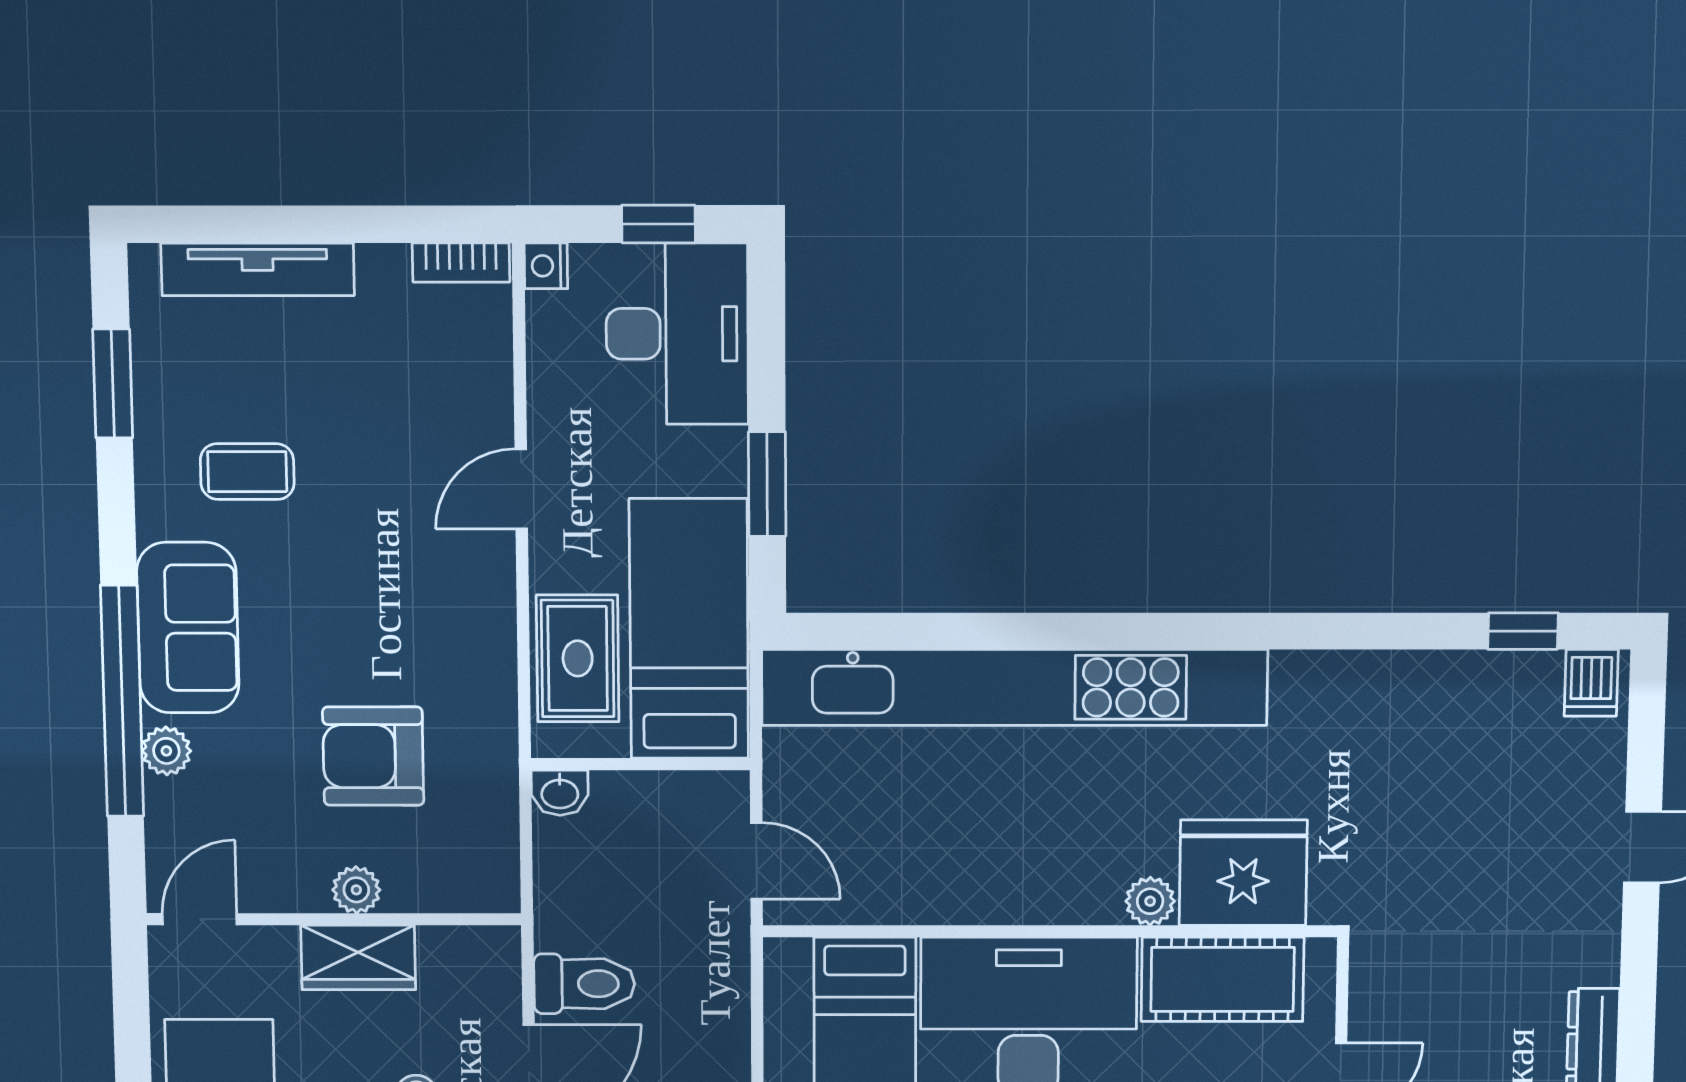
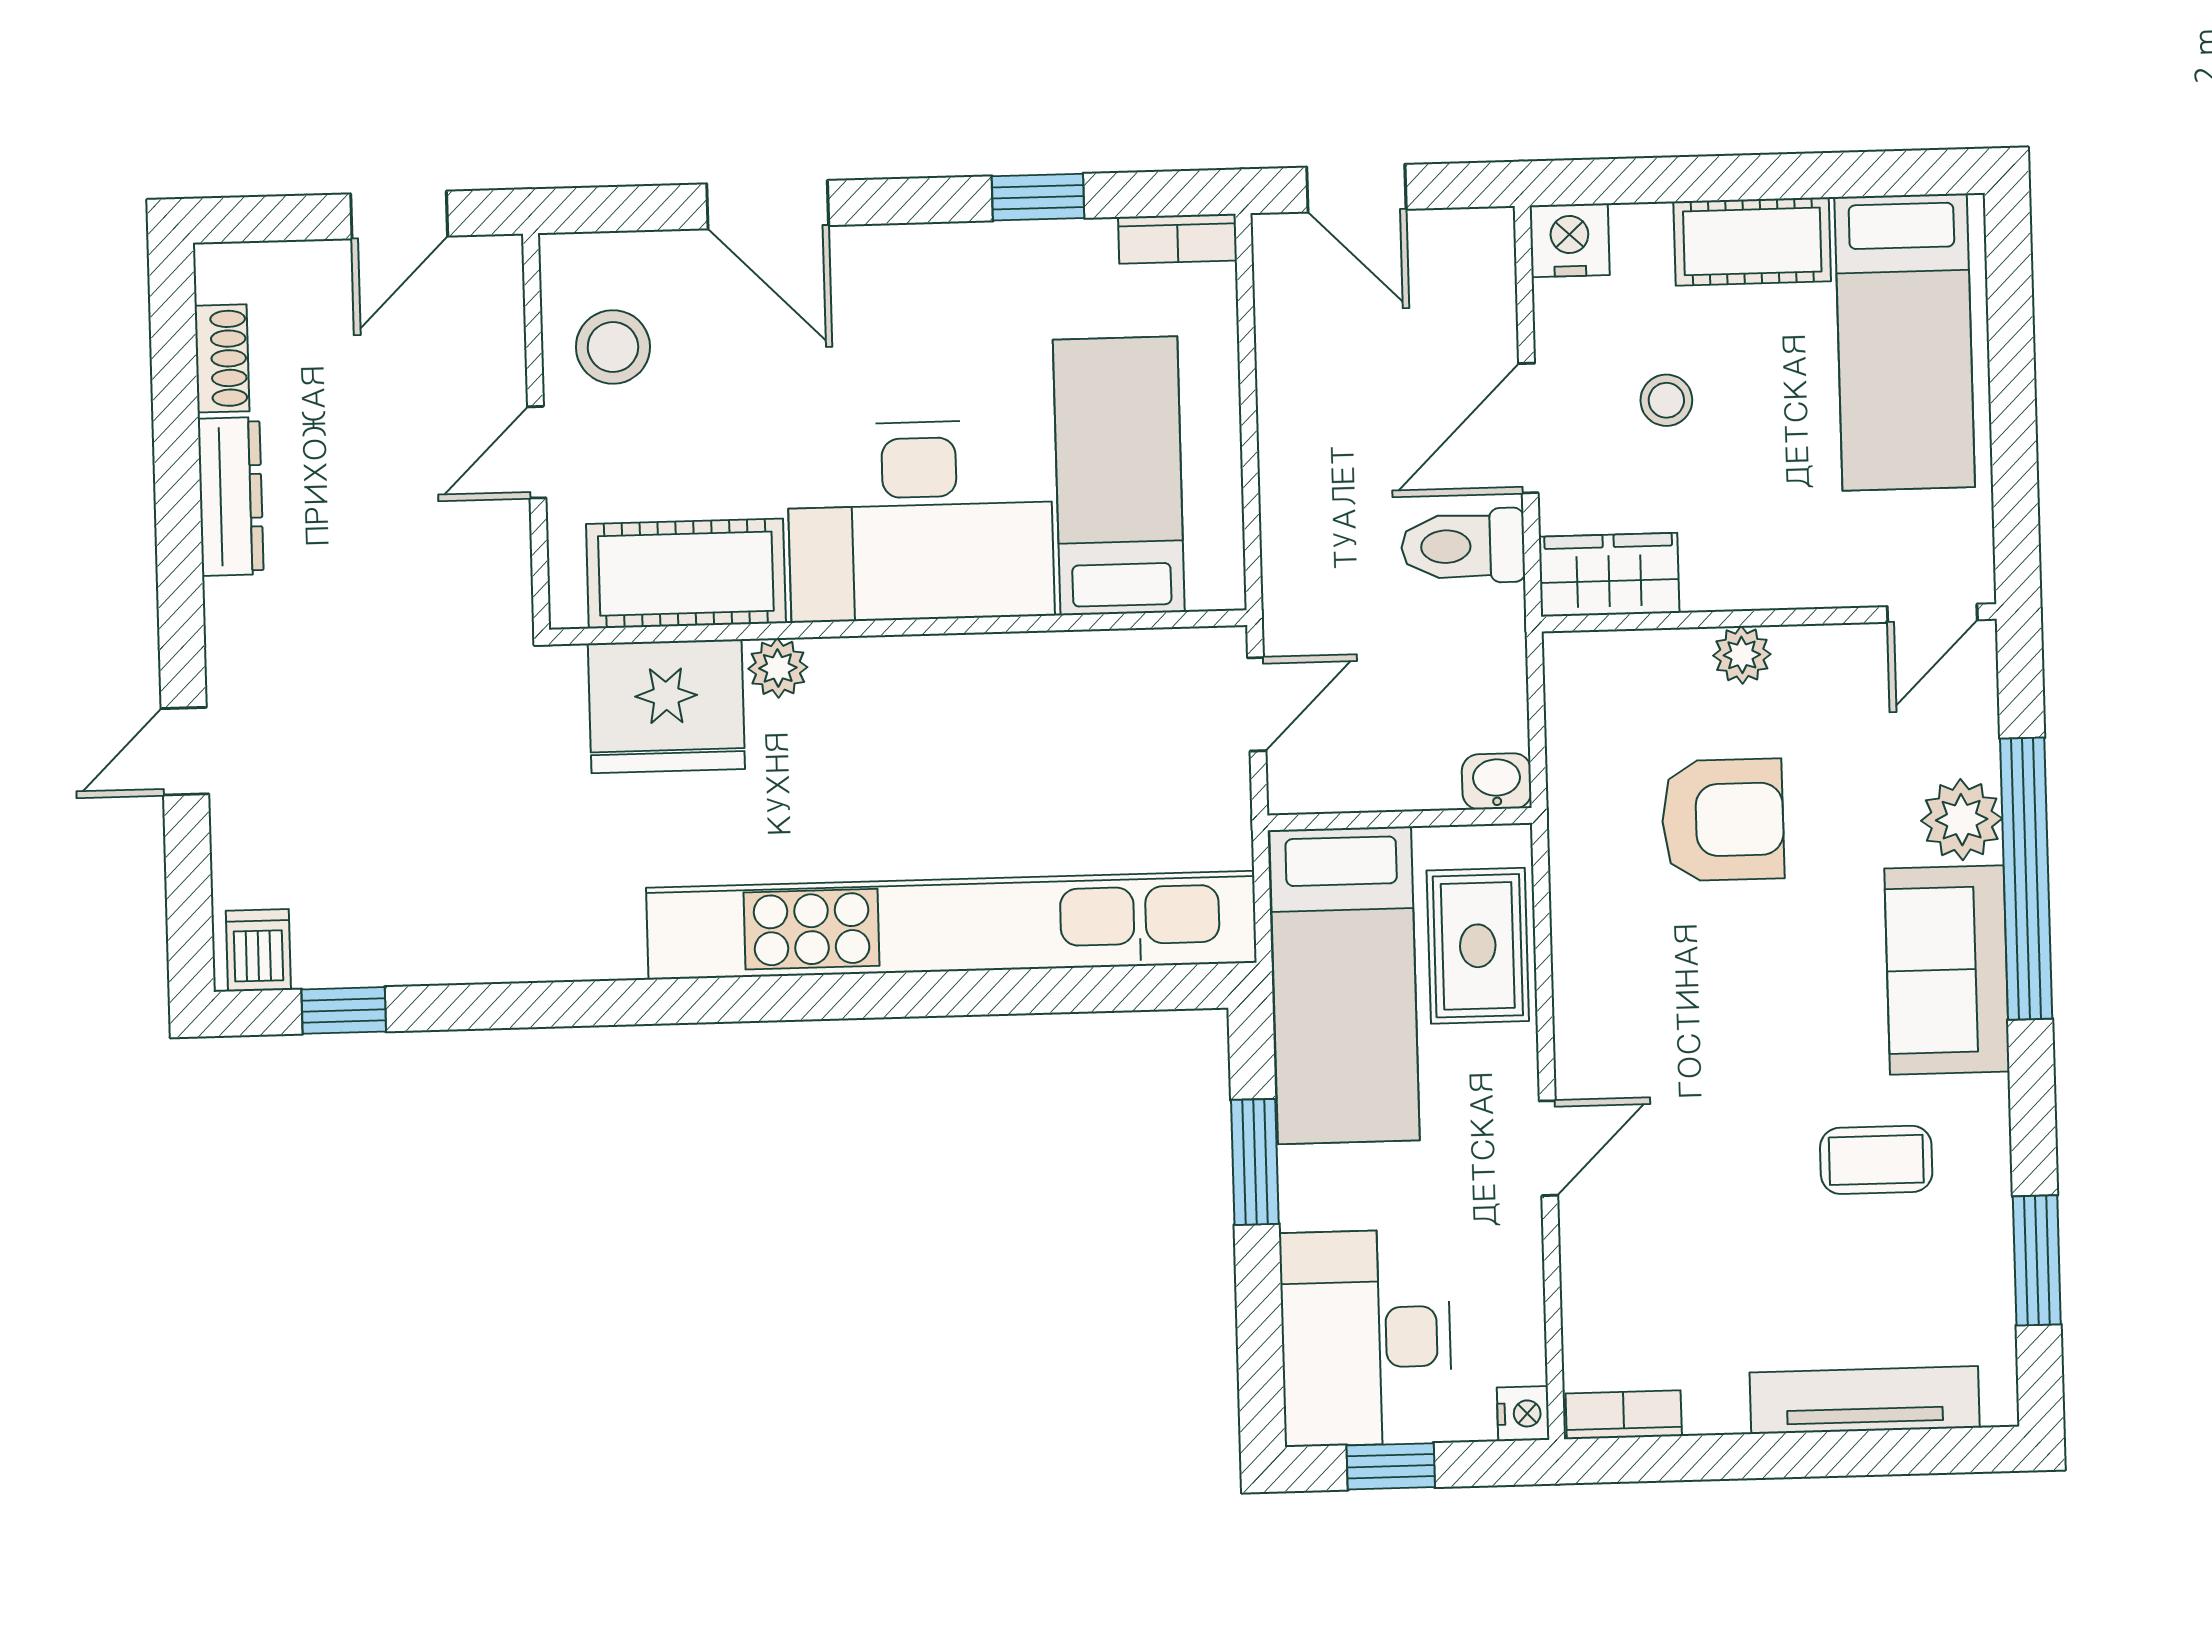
plant: (166, 751) -> (1962, 820), width x1.38, depth x1.38
door: (756, 861) -> (1257, 704), swing flipped
wardrobe: (358, 957) -> (1609, 575), moved

